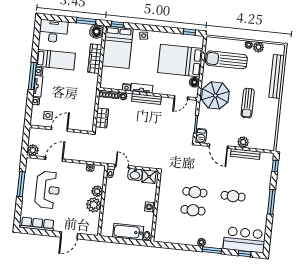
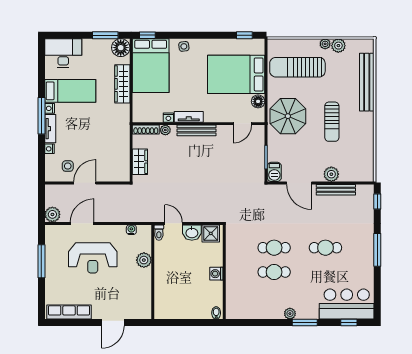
reception desk: (48, 190) -> (93, 258), moved, turned 90
plant: (94, 205) -> (141, 279), removed
bathtub: (128, 232) -> (191, 310), removed

